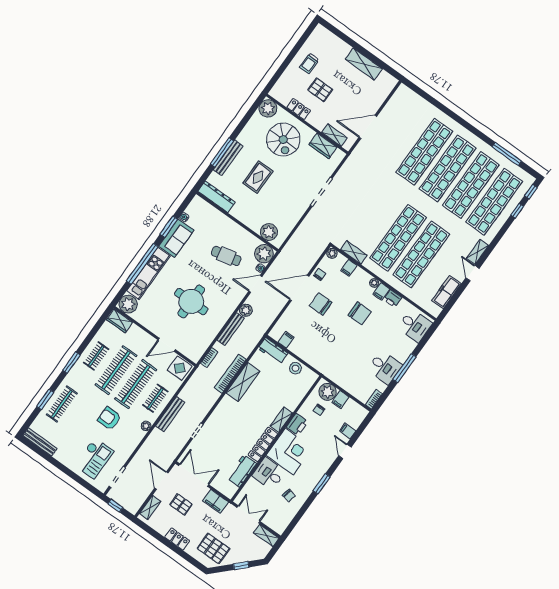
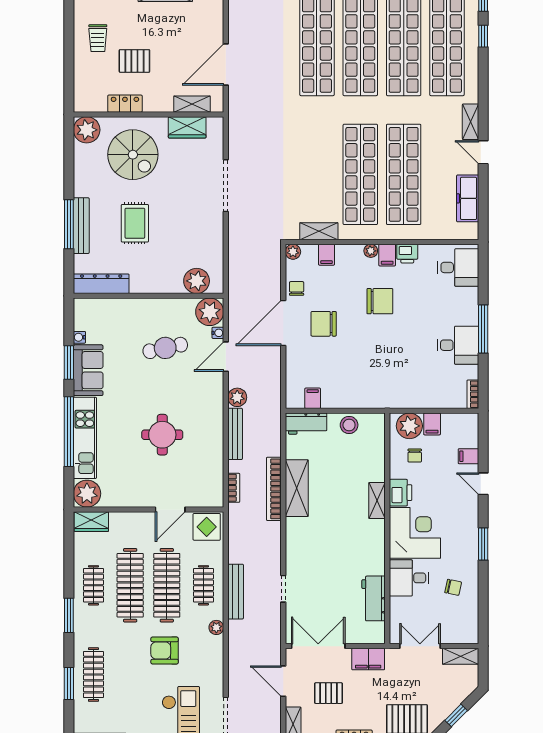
round table: (191, 301) -> (162, 435), width x0.73, depth x0.73
locker: (263, 444) -> (376, 547), removed

